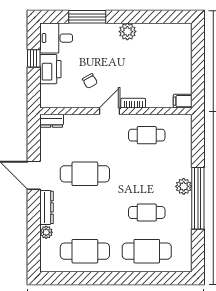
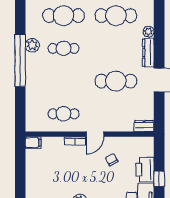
plant: (184, 186) -> (32, 45), moved

